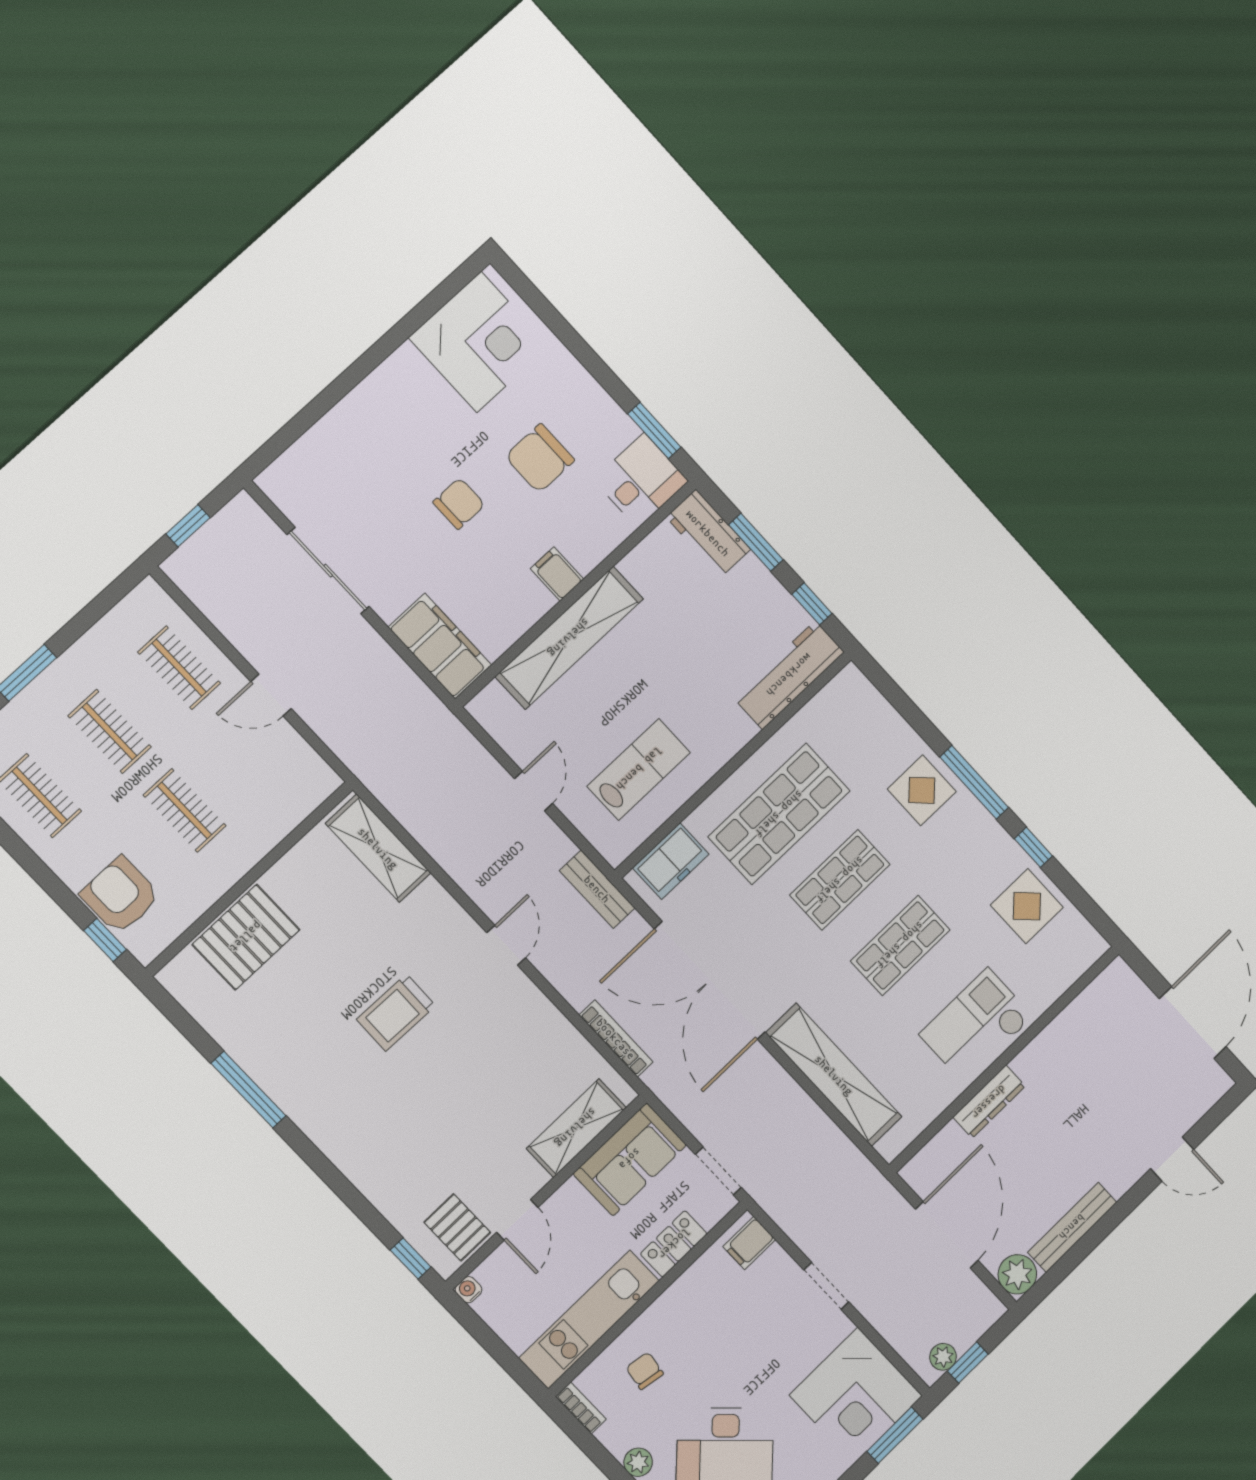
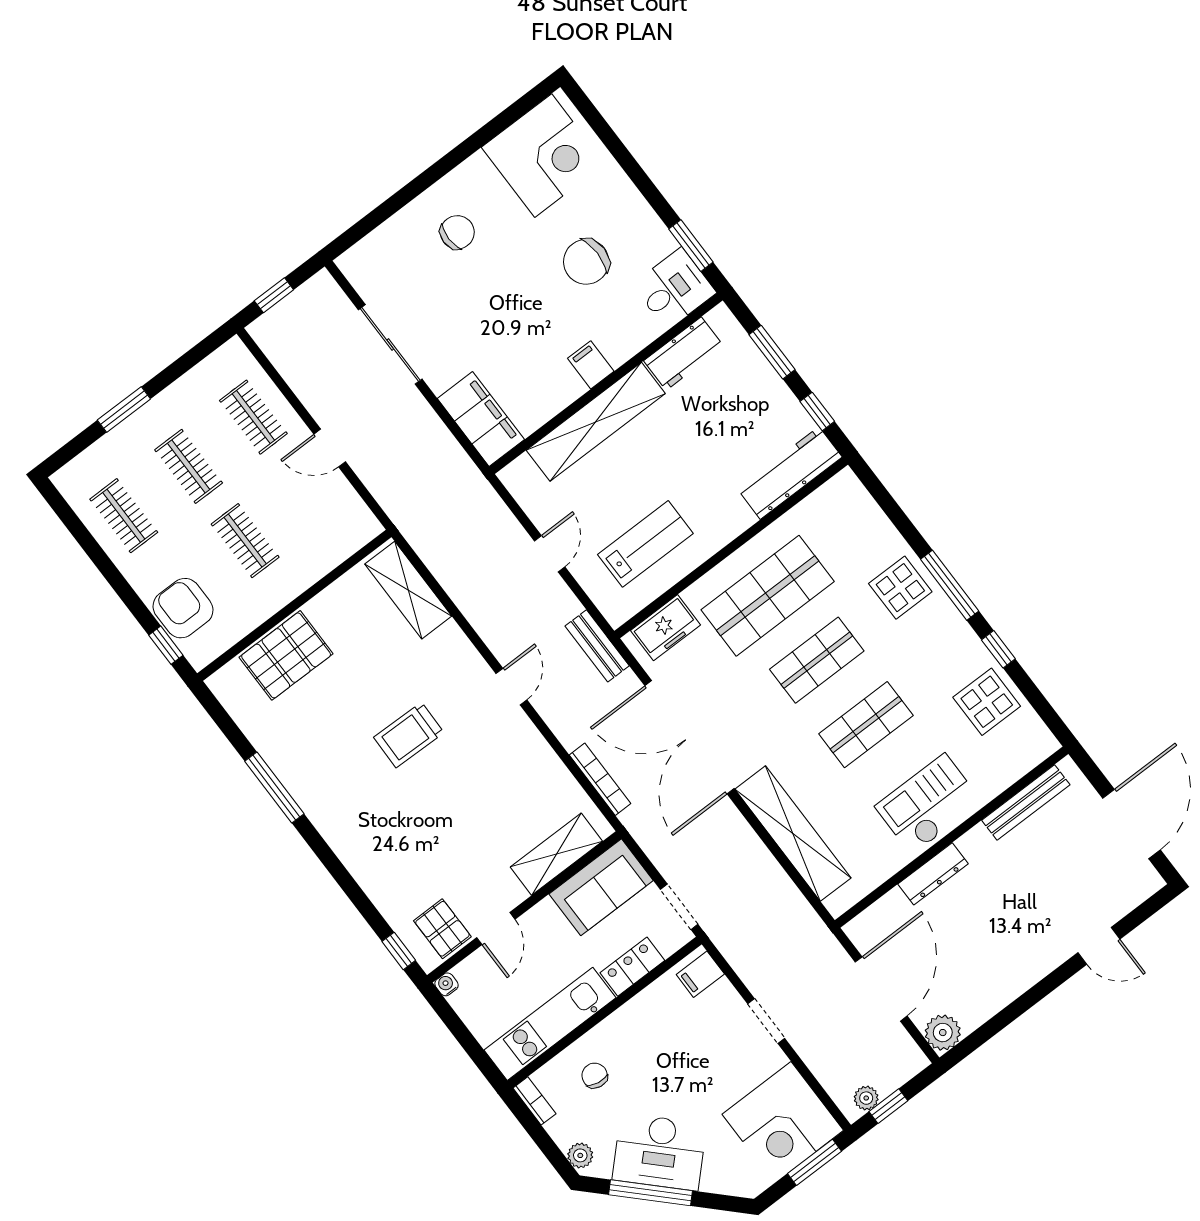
chair: (459, 504) -> (457, 232), moved
workbench: (708, 533) -> (684, 354), moved, turned -90
bench: (1072, 1227) -> (1026, 802), moved

